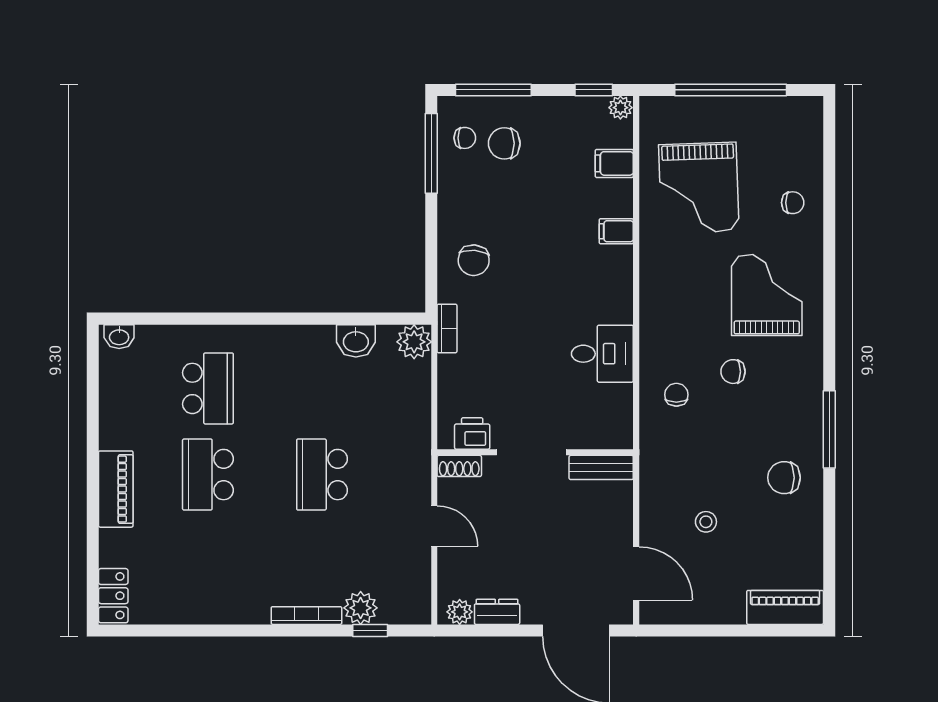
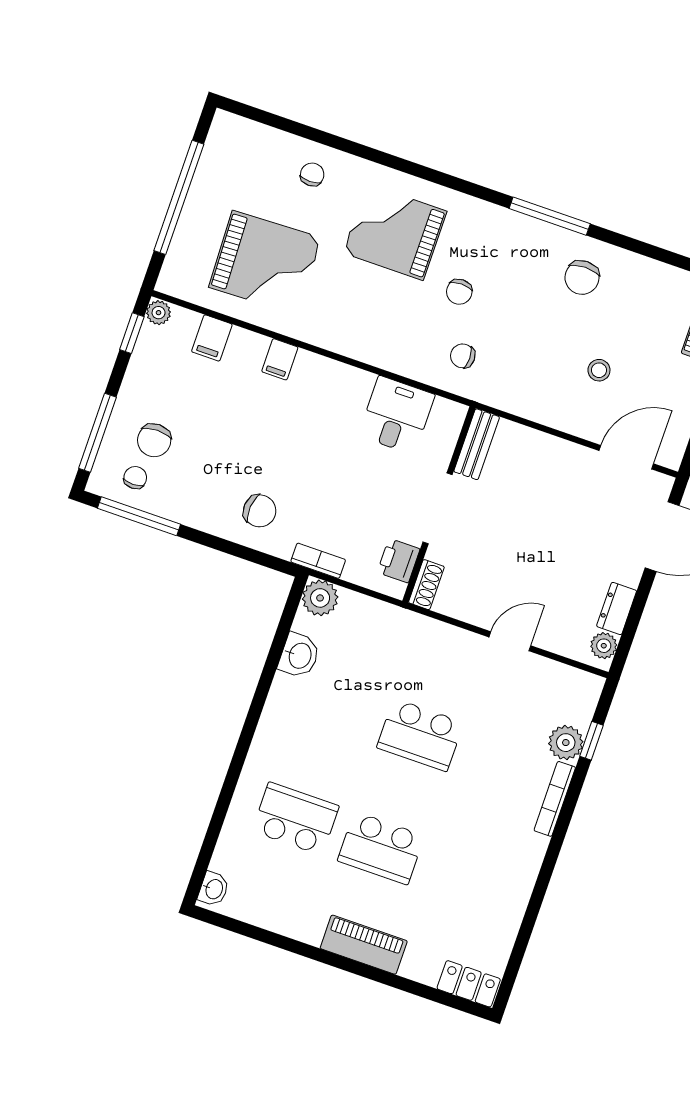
printer: (472, 433) -> (399, 561), moved
doorway: (531, 452) -> (438, 508), moved
wall: (535, 452) -> (439, 505), moved
shoe rack: (459, 466) -> (426, 585), moved
bench: (601, 467) -> (477, 444), moved

